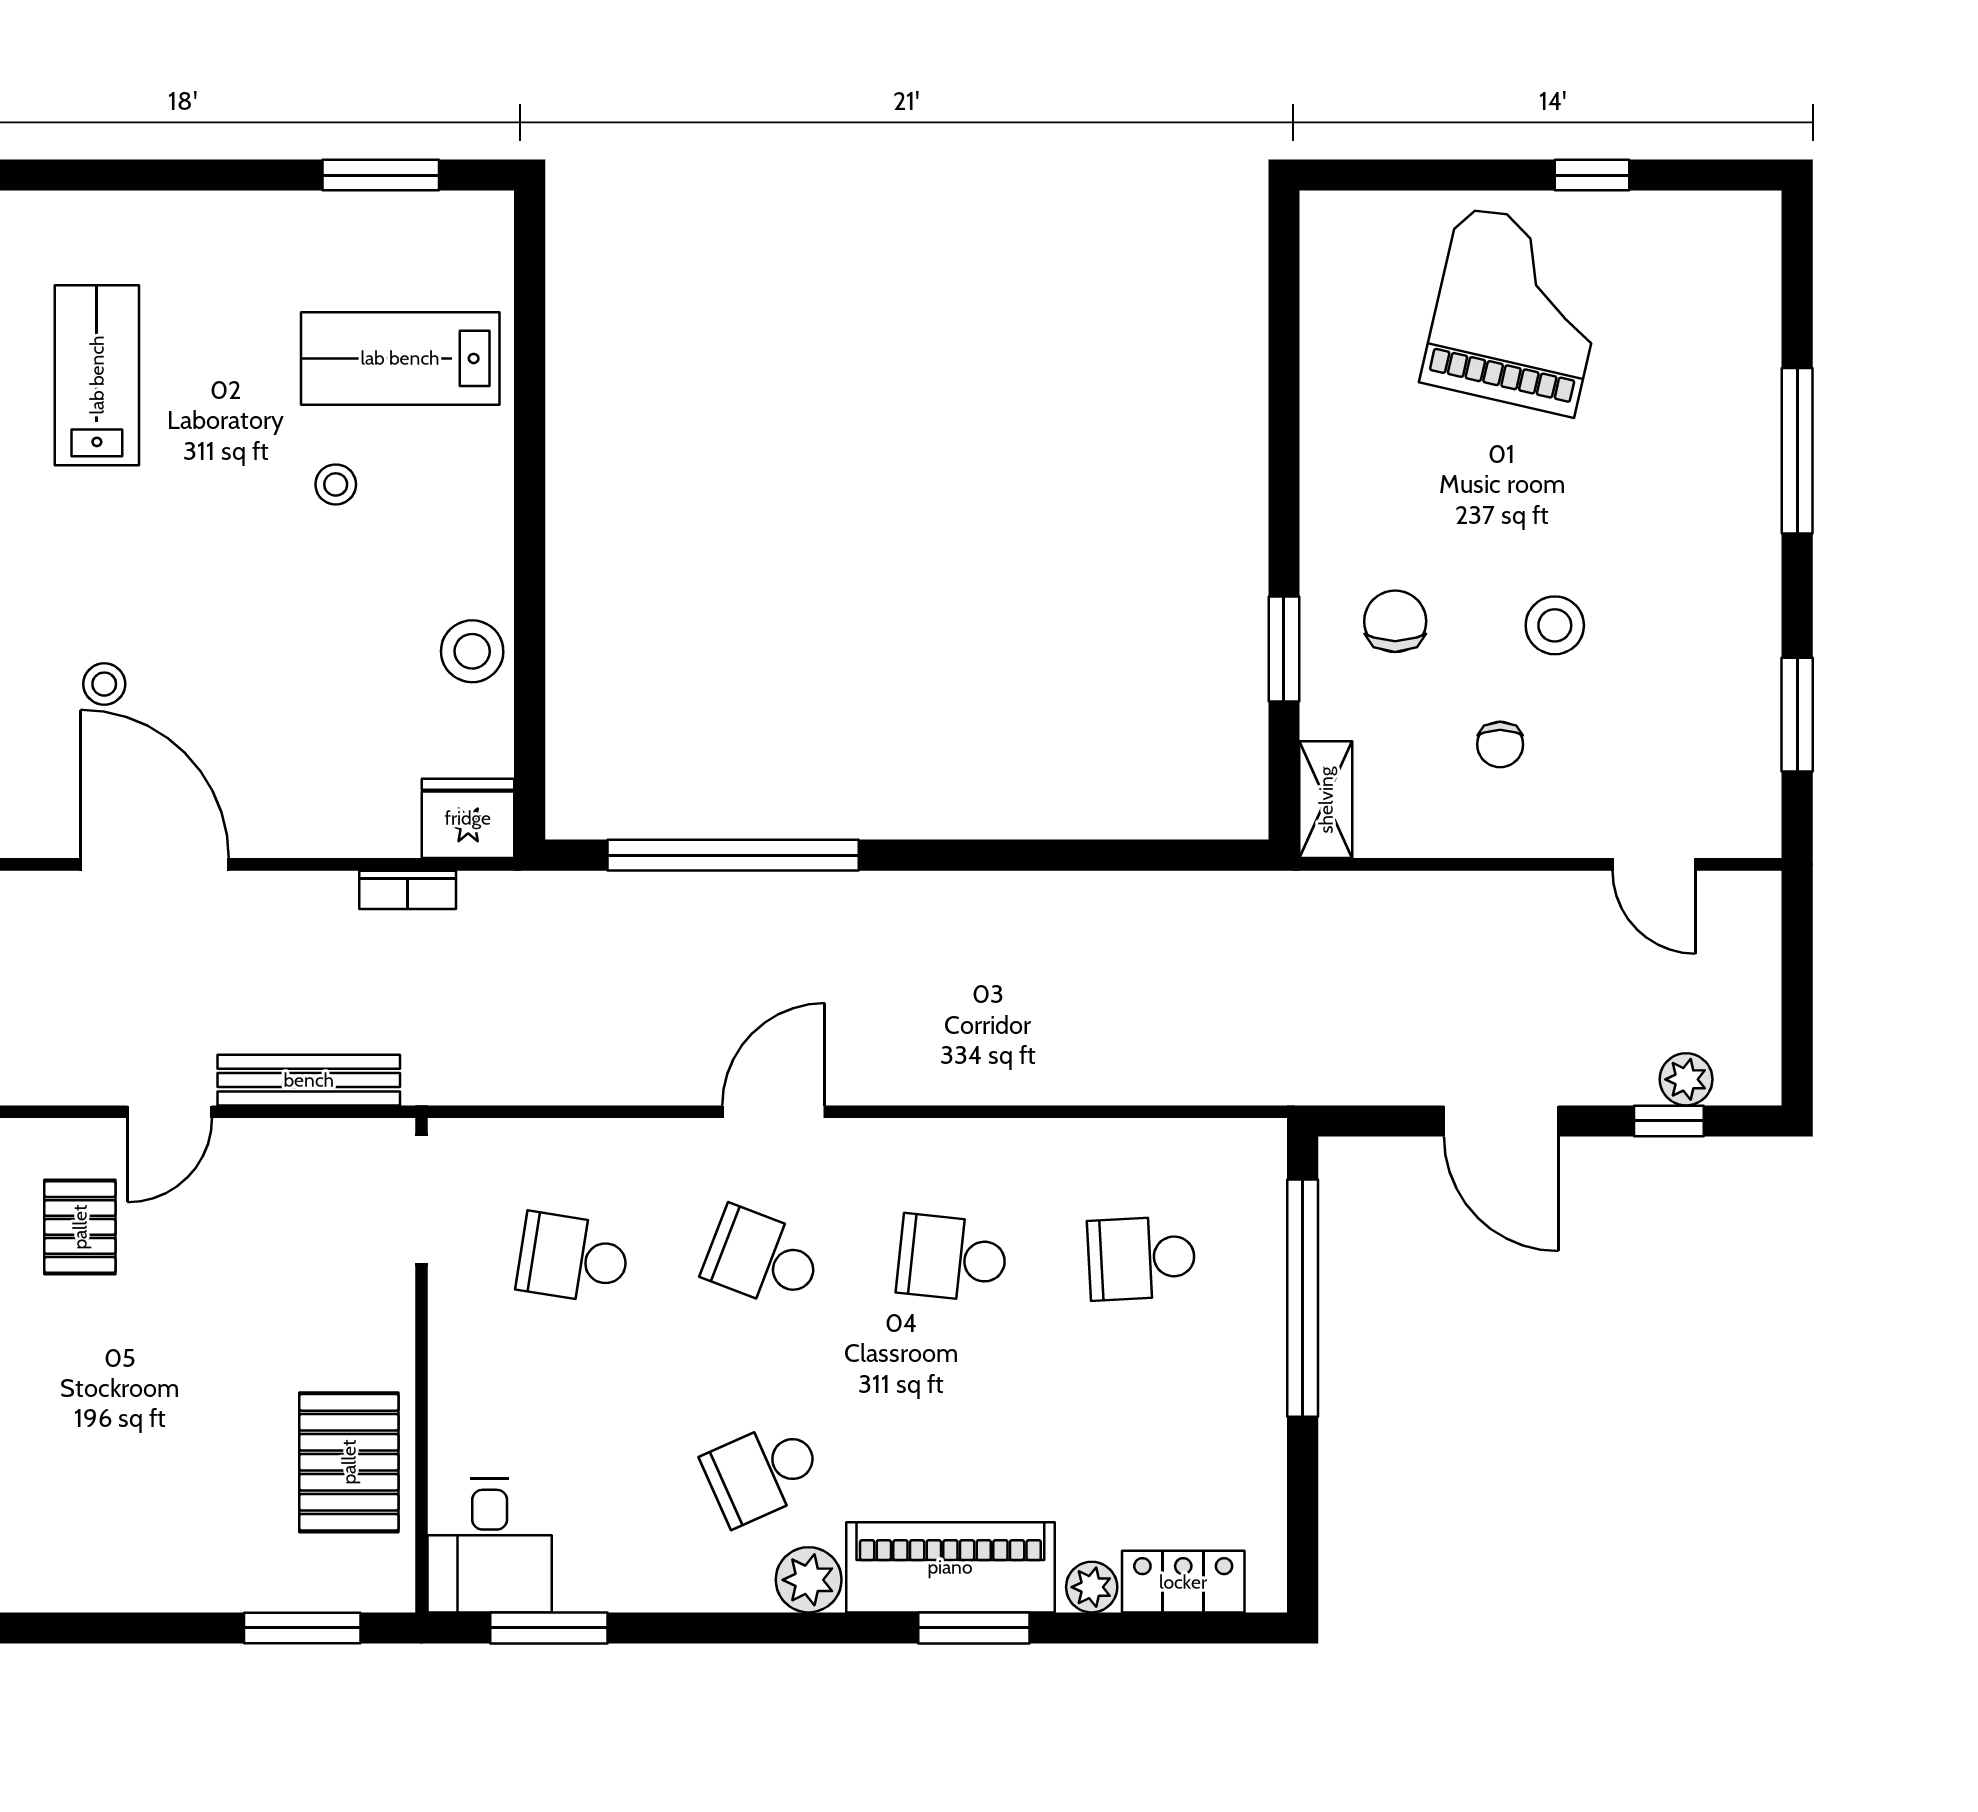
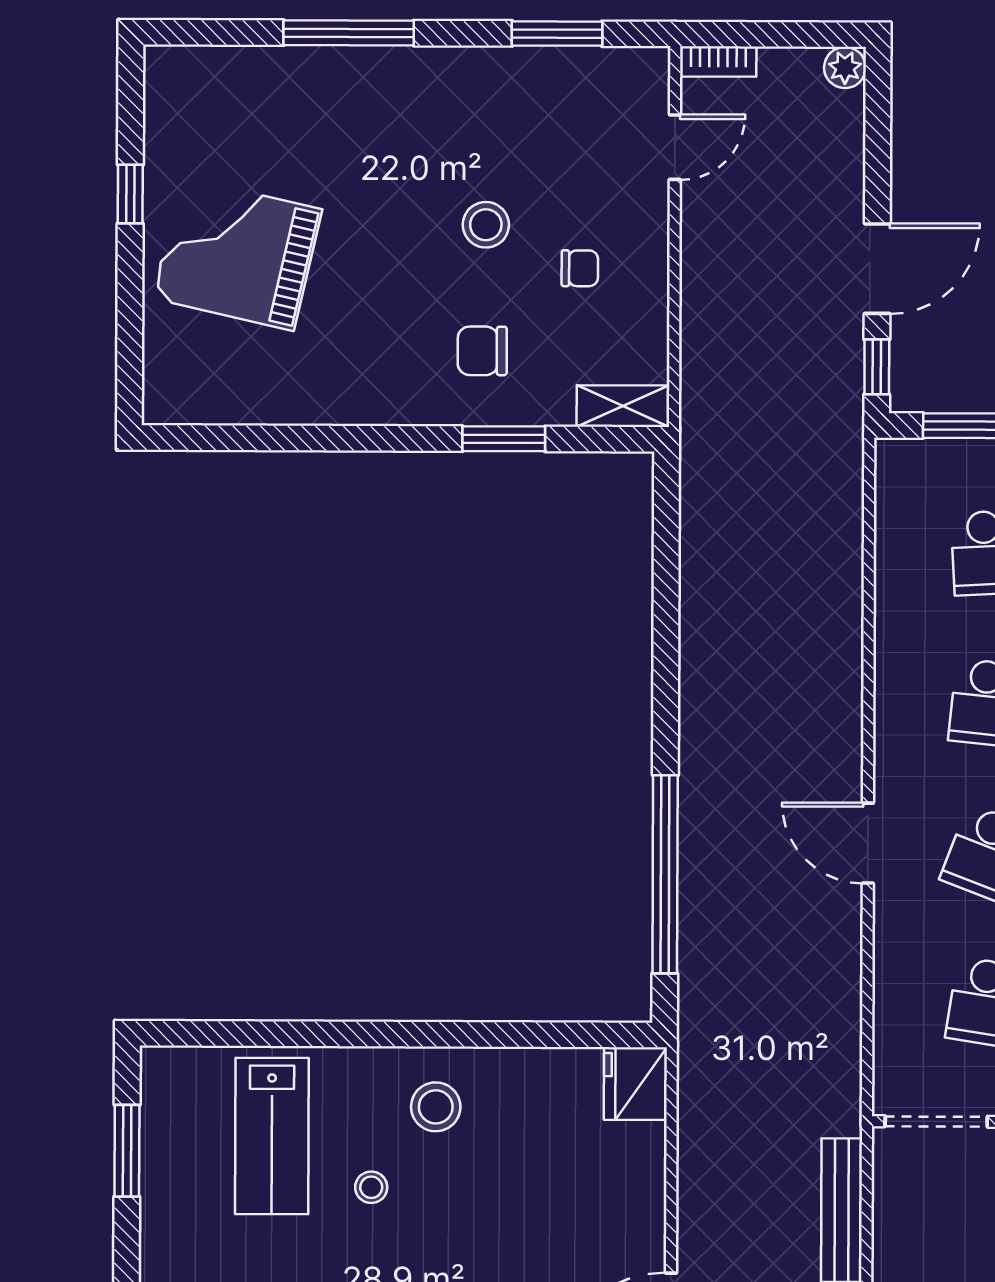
stool: (472, 651) -> (436, 1107), moved
bookcase: (408, 890) -> (718, 62), moved, turned 90
plant: (1686, 1079) -> (845, 68), moved
window: (1669, 1121) -> (877, 367), moved

